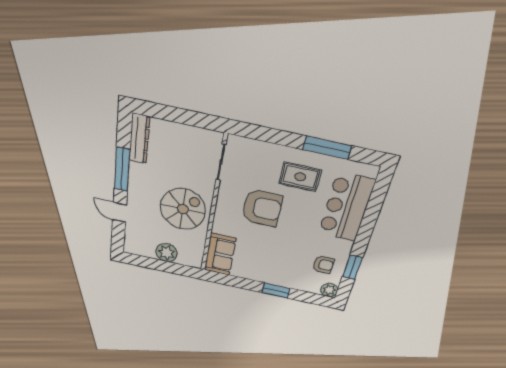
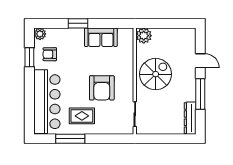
bar counter: (346, 207) -> (47, 102), width x1.36
armchair: (262, 208) -> (102, 88), turned -90
spiral stairs: (183, 209) -> (156, 74), turned 180
plant: (167, 253) -> (144, 36), moved
sofa: (220, 254) -> (101, 37), moved, turned -90

